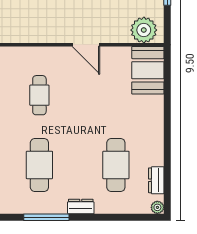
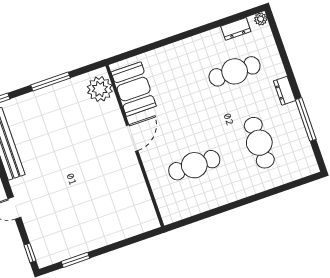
booth: (148, 70) -> (134, 89), moved, turned 90
cafe table: (39, 95) -> (194, 165), width x1.37, depth x1.35
cafe table: (39, 165) -> (259, 143), turned 90

